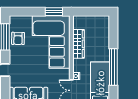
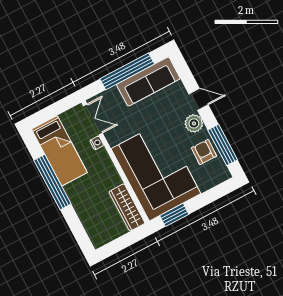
wardrobe: (79, 44) -> (127, 207), moved
plant: (15, 58) -> (194, 123), added

